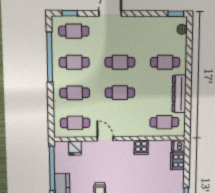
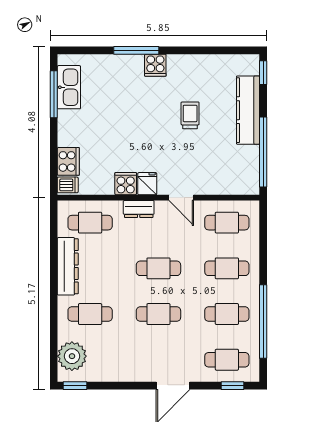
plant: (182, 29) -> (72, 356), width x1.87, depth x1.87
dresser: (133, 131) -> (139, 209), added
fridge: (75, 148) -> (147, 184), moved

